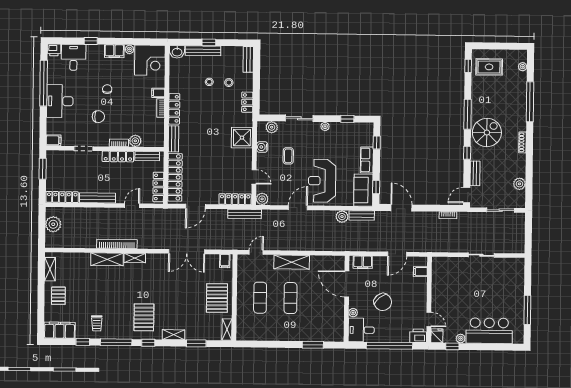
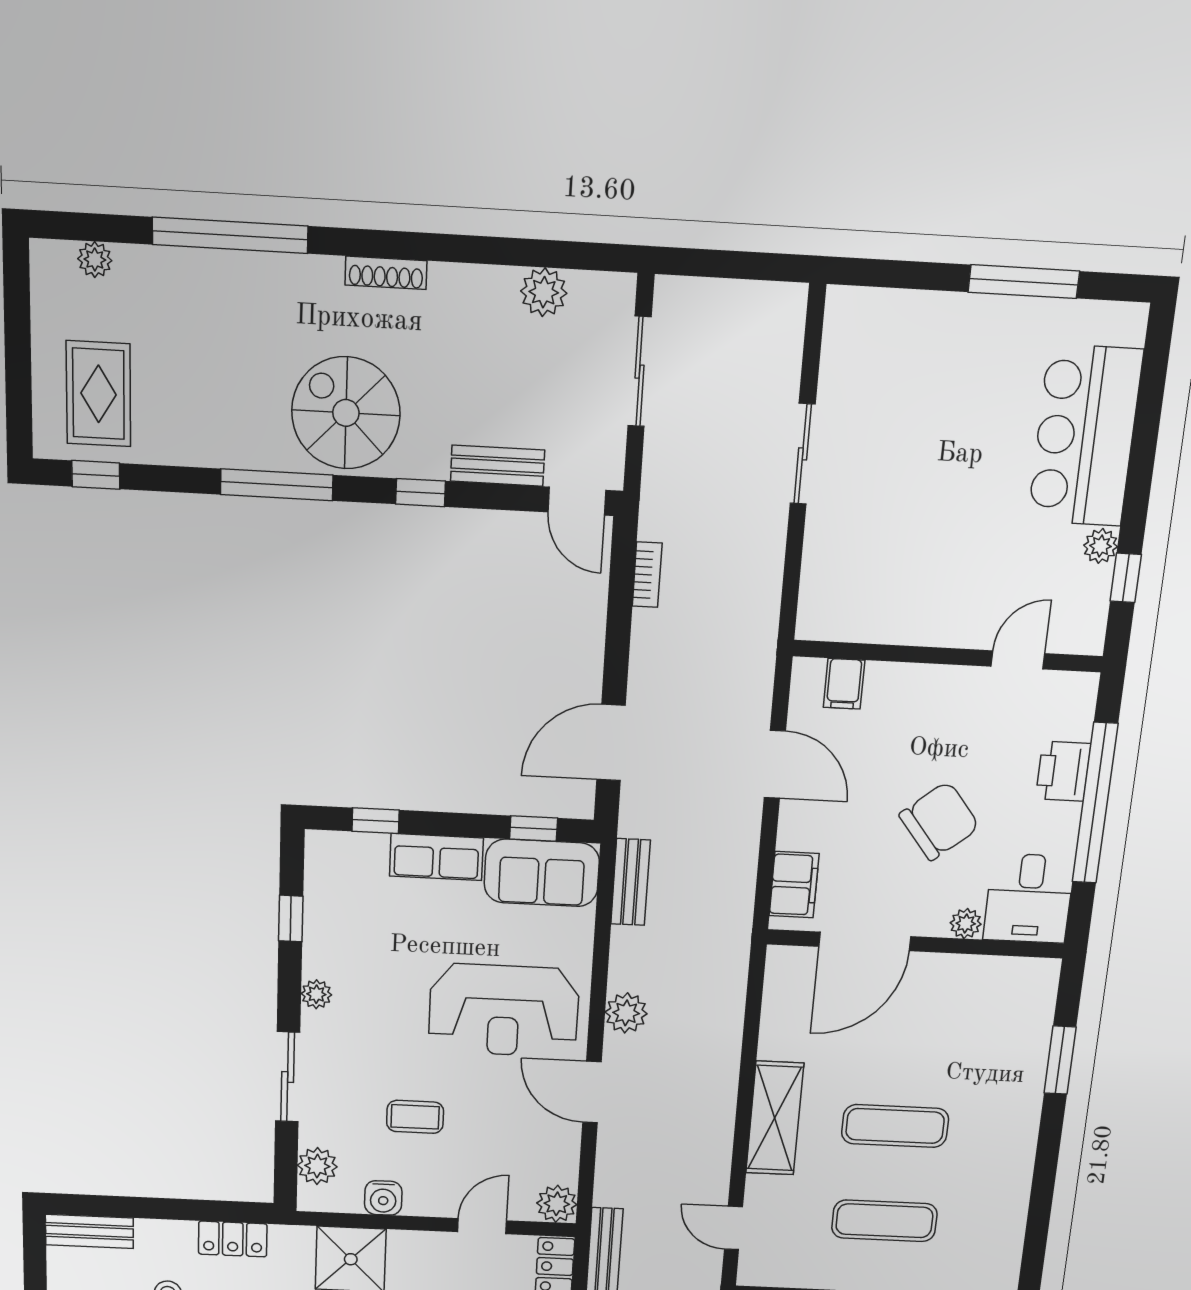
plant: (342, 217) -> (626, 1013), moved
printer: (418, 336) -> (1063, 771), moved
fridge: (437, 336) -> (1080, 633), removed

